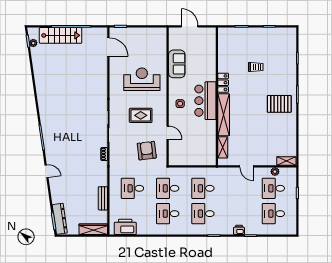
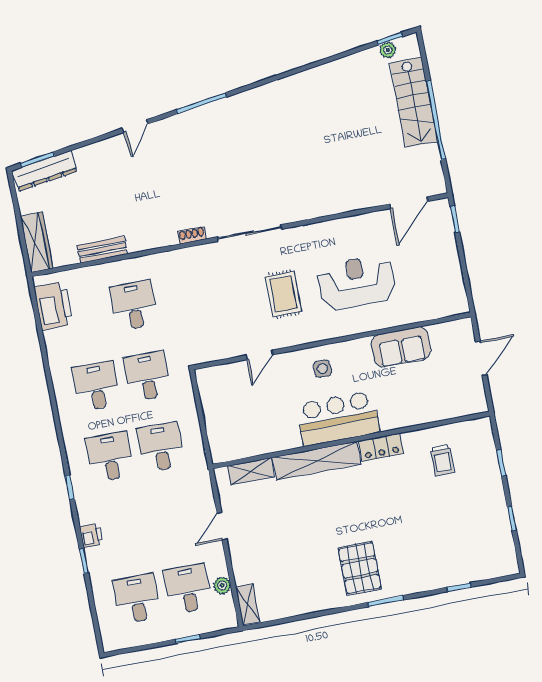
trolley: (256, 67) -> (442, 460), moved
reception desk: (142, 79) -> (357, 282), turned -90
armchair: (147, 151) -> (215, 320), removed

